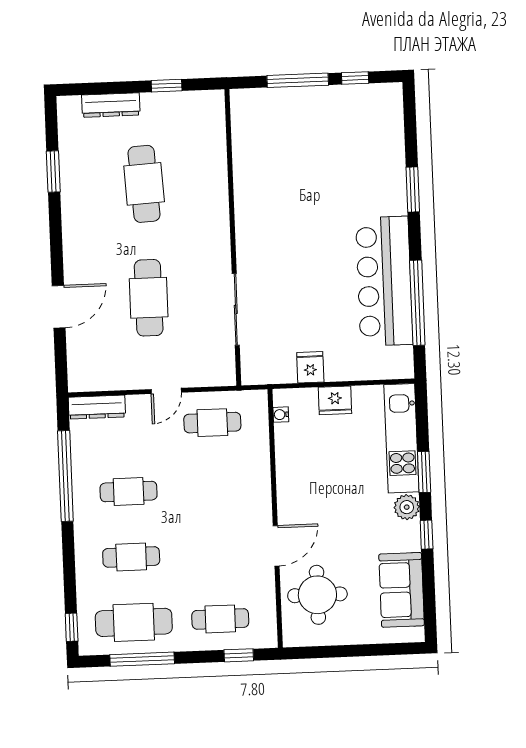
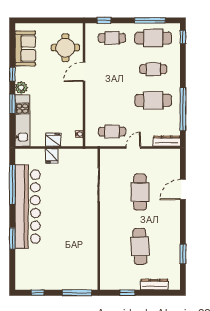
window: (298, 80) -> (77, 293), moved
bar counter: (384, 281) -> (28, 207), width x1.36
fridge: (310, 367) -> (52, 156), moved
cafe table: (129, 492) -> (153, 100), width x1.37, depth x1.35

